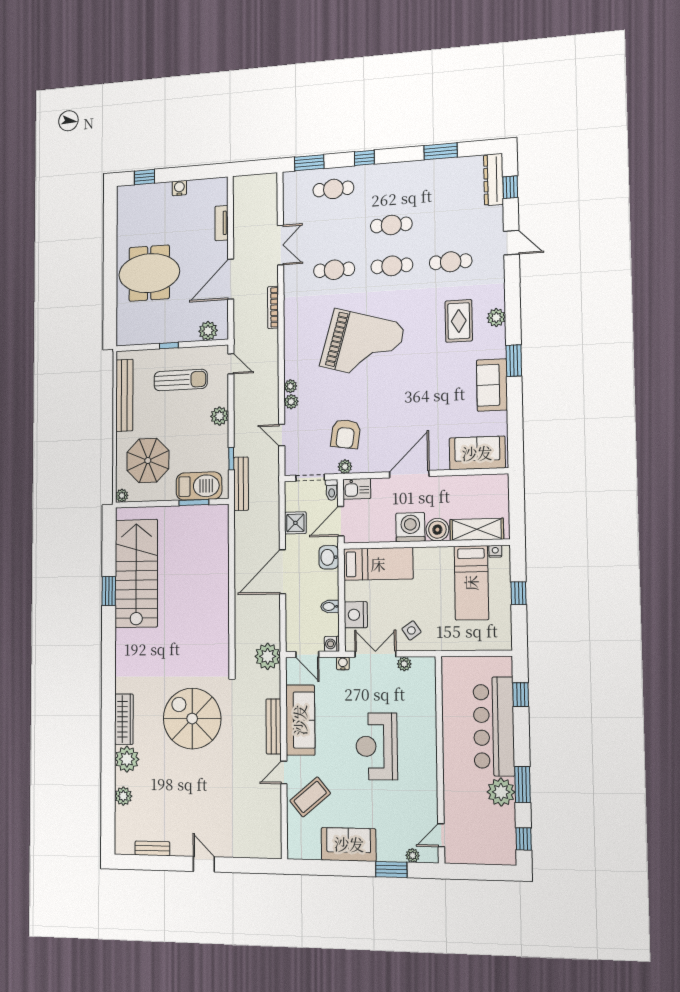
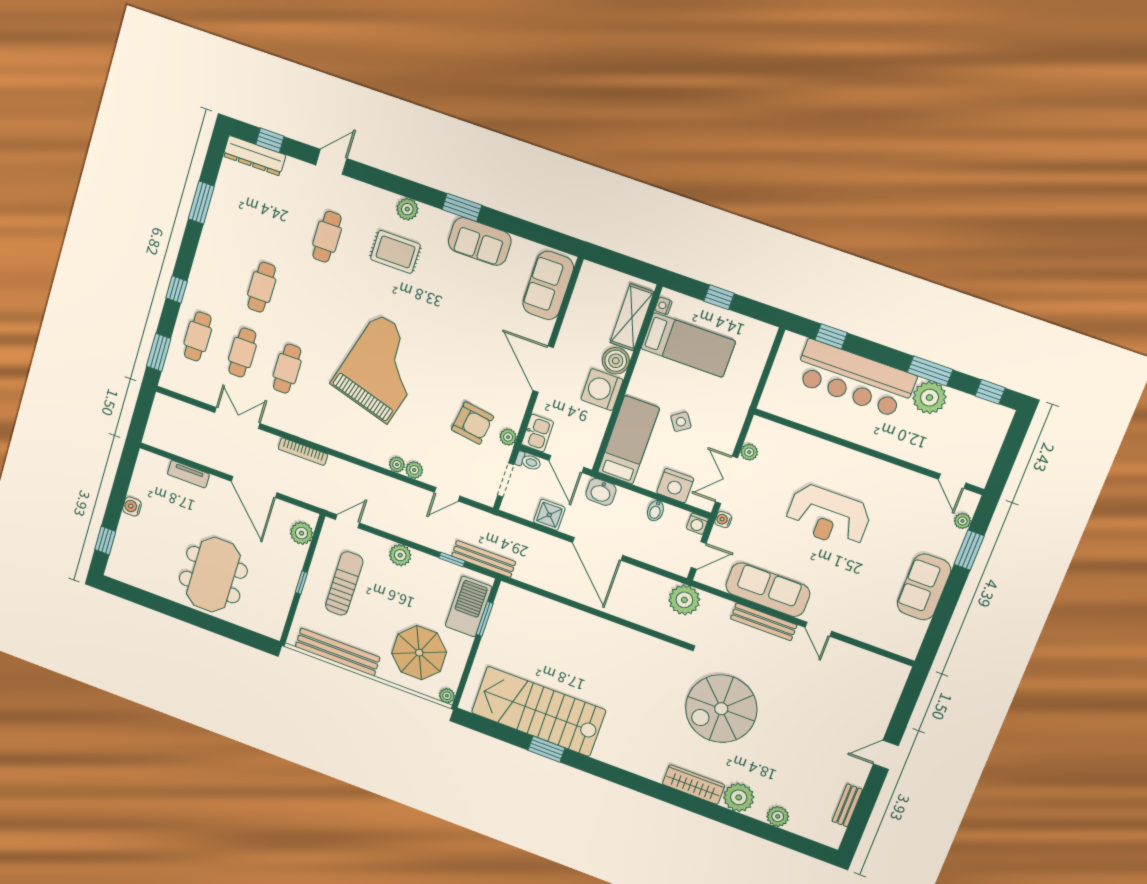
cafe table: (392, 266) -> (242, 353), moved
side table: (411, 630) -> (681, 422), moved
coffee table: (310, 797) -> (856, 610), removed

